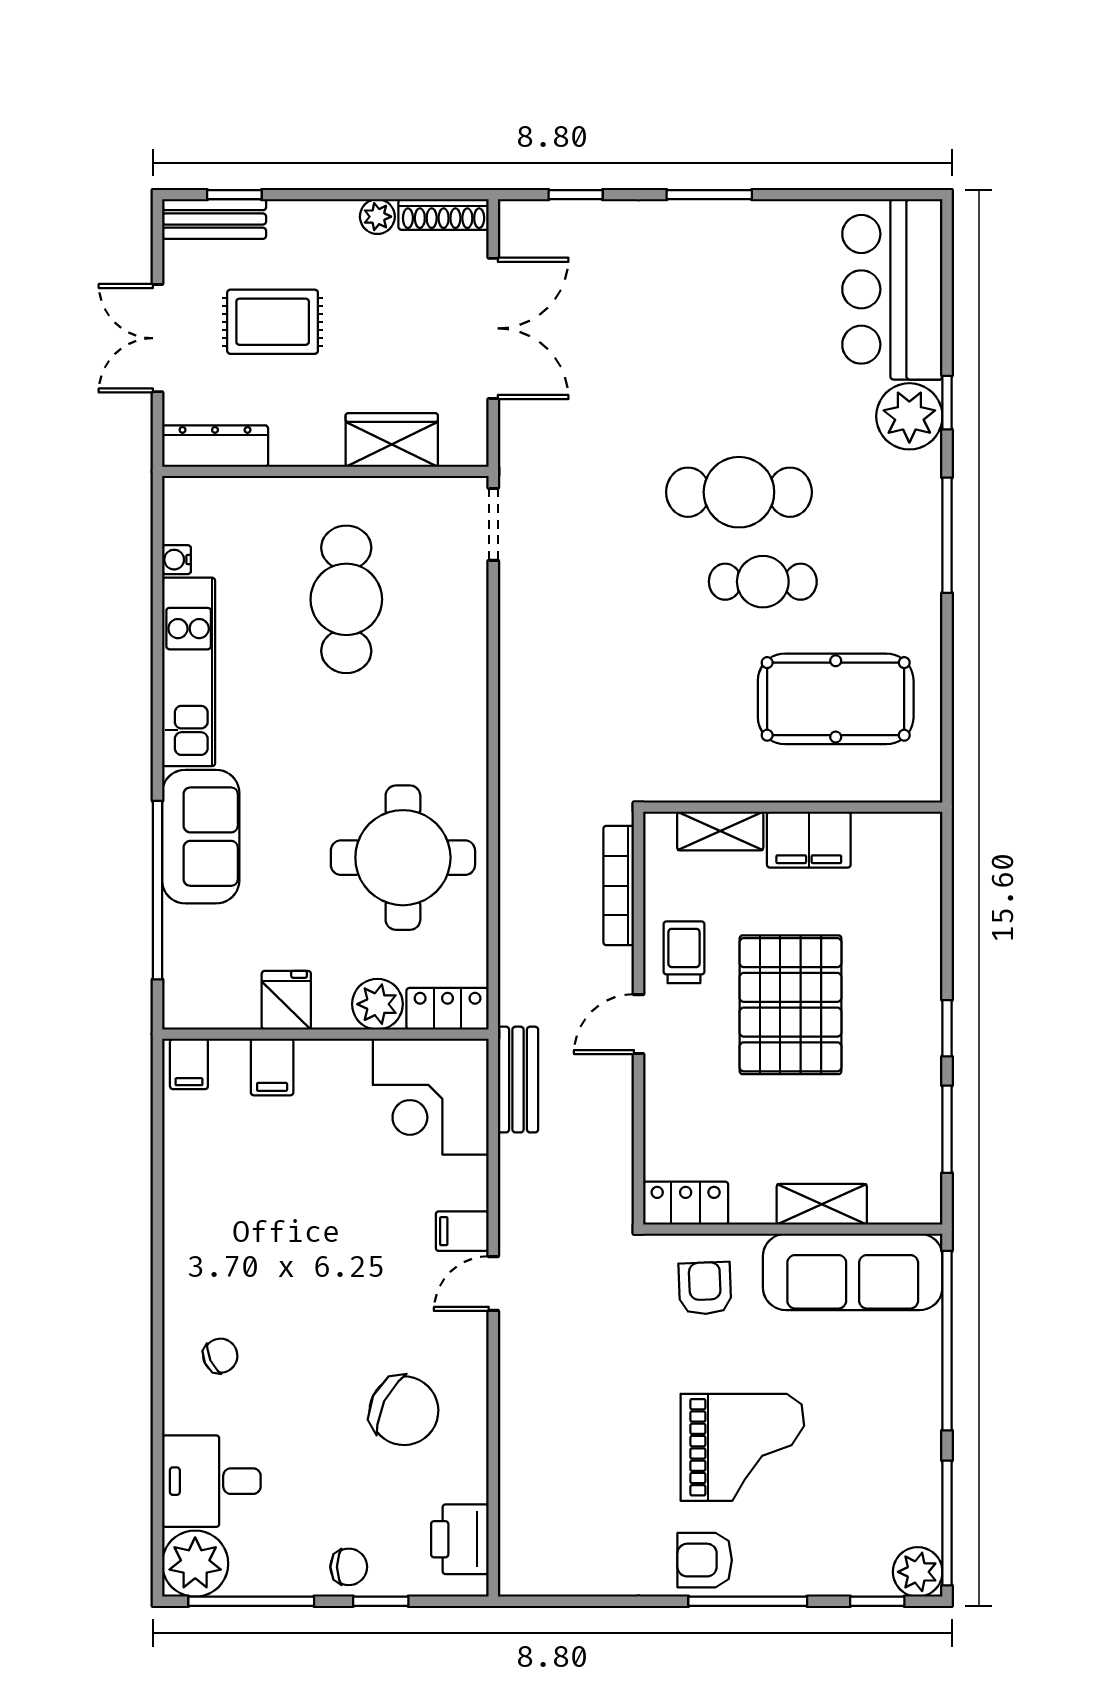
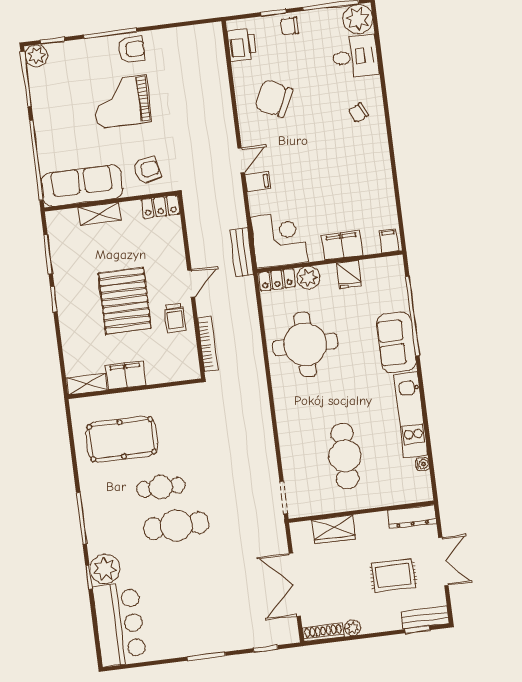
shelving: (720, 831) -> (87, 384), moved
filing cabinet: (272, 1067) -> (342, 245), width x2.00
armchair: (705, 1288) -> (147, 170), turned -99

